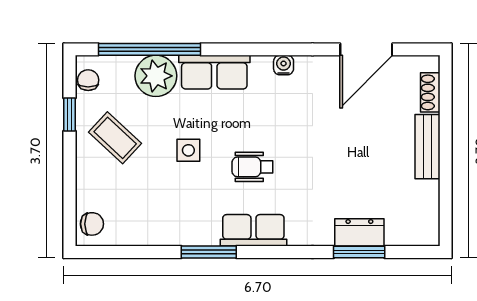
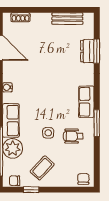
bench: (428, 147) -> (67, 19), moved
wheelchair: (253, 167) -> (73, 136), moved, turned 90

